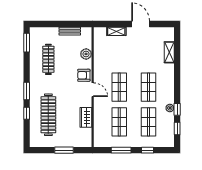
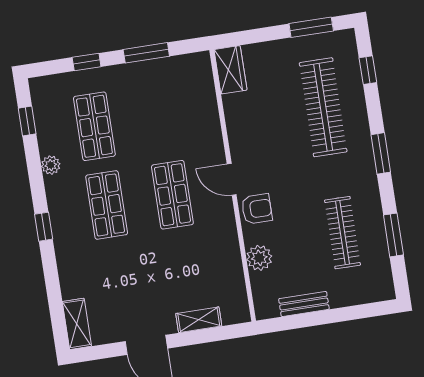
window: (27, 43) -> (393, 235), moved
shelving: (169, 52) -> (77, 324), moved
window: (177, 109) -> (44, 227), moved
window: (27, 113) -> (368, 70), moved
wardrobe: (86, 117) -> (230, 70), moved
shop shelf: (119, 122) -> (160, 116), removed
window: (64, 150) -> (311, 27), moved

